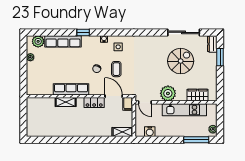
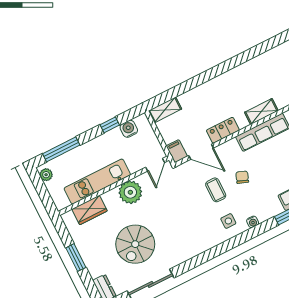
window: (220, 57) -> (76, 258), moved
door: (145, 102) -> (155, 165), swing flipped
window: (160, 140) -> (110, 125), added

